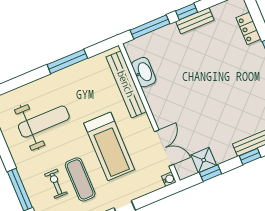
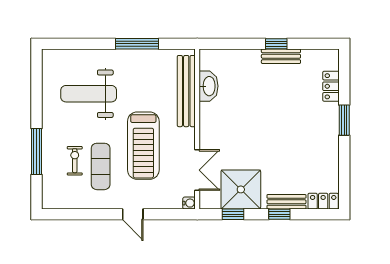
window: (150, 27) -> (234, 44), removed
weight bench: (44, 122) -> (89, 94), turned 180
shower: (204, 160) -> (241, 189), width x1.86, depth x1.86

